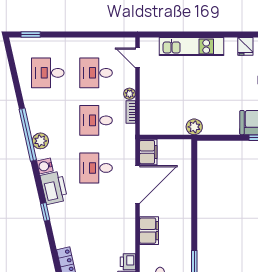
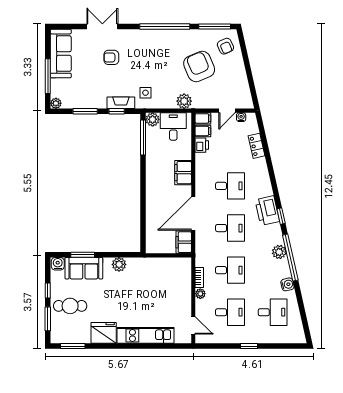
window: (31, 35) -> (249, 346), moved
fridge: (245, 46) -> (104, 333), width x1.88, depth x1.34
plant: (194, 127) -> (119, 264), moved
water cooler: (45, 166) -> (287, 284), moved
window: (45, 212) -> (281, 216), moved
desk: (96, 216) -> (230, 186), added

